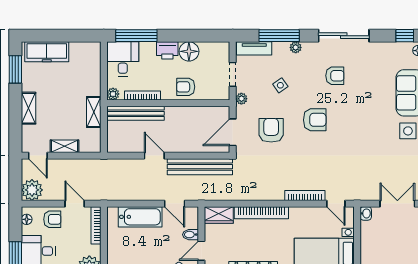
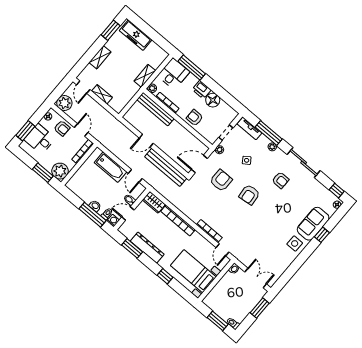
shelving: (94, 112) -> (145, 76), moved
armchair: (315, 120) -> (249, 195), turned 84
door: (154, 156) -> (146, 141), swing flipped

